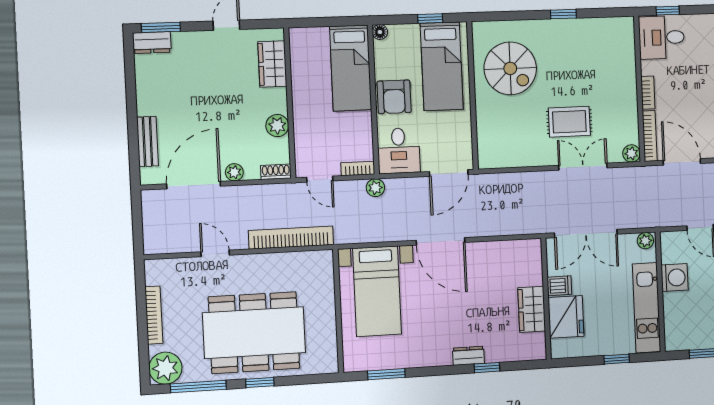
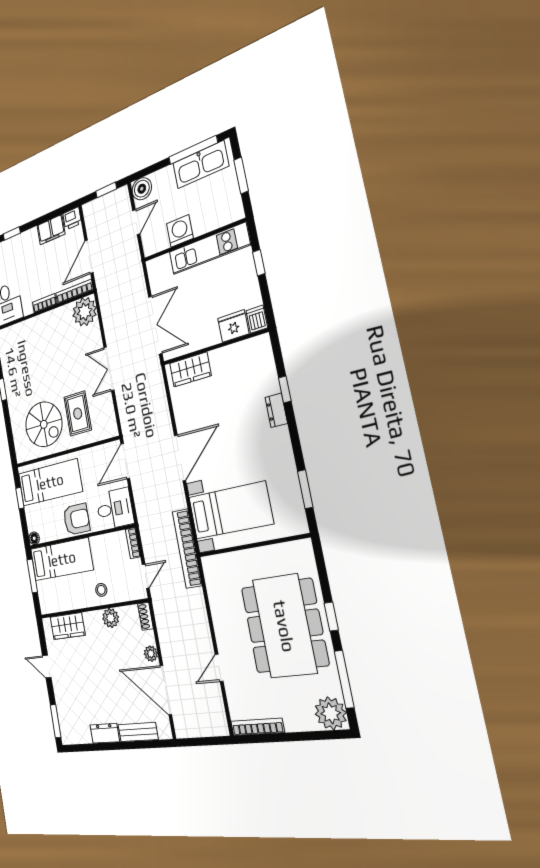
window: (336, 22) -> (32, 576), added
dresser: (152, 43) -> (105, 733), moved, turned -90
spiral stairs: (510, 68) -> (44, 424), turned 90
stool: (310, 118) -> (101, 590), added
rug: (569, 122) -> (78, 414), moved
plant: (631, 153) -> (85, 312), width x1.88, depth x1.88
double door: (583, 167) -> (109, 369), moved
door: (449, 173) -> (125, 461), swing flipped
plant: (375, 188) -> (146, 525), removed
bookcase: (291, 238) -> (187, 548), moved
plant: (645, 241) -> (154, 269), removed
dishwasher: (559, 286) -> (257, 319), moved
wardrobe: (532, 309) -> (190, 369), moved
bookcase: (154, 315) -> (257, 727), moved
fridge: (566, 317) -> (233, 326), width x0.73, depth x0.75

